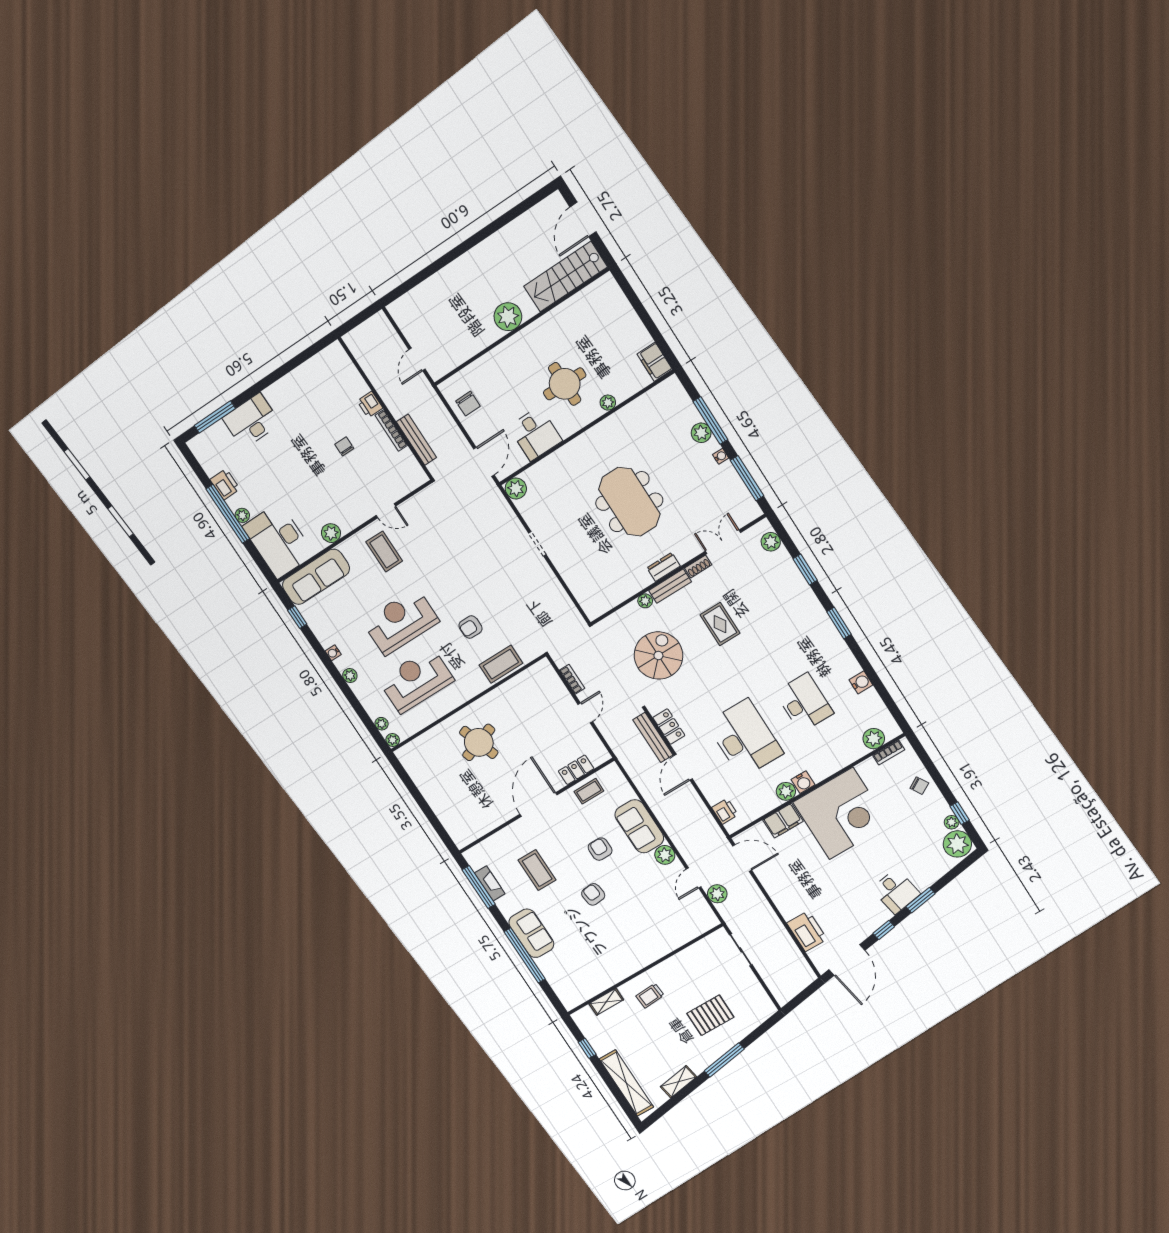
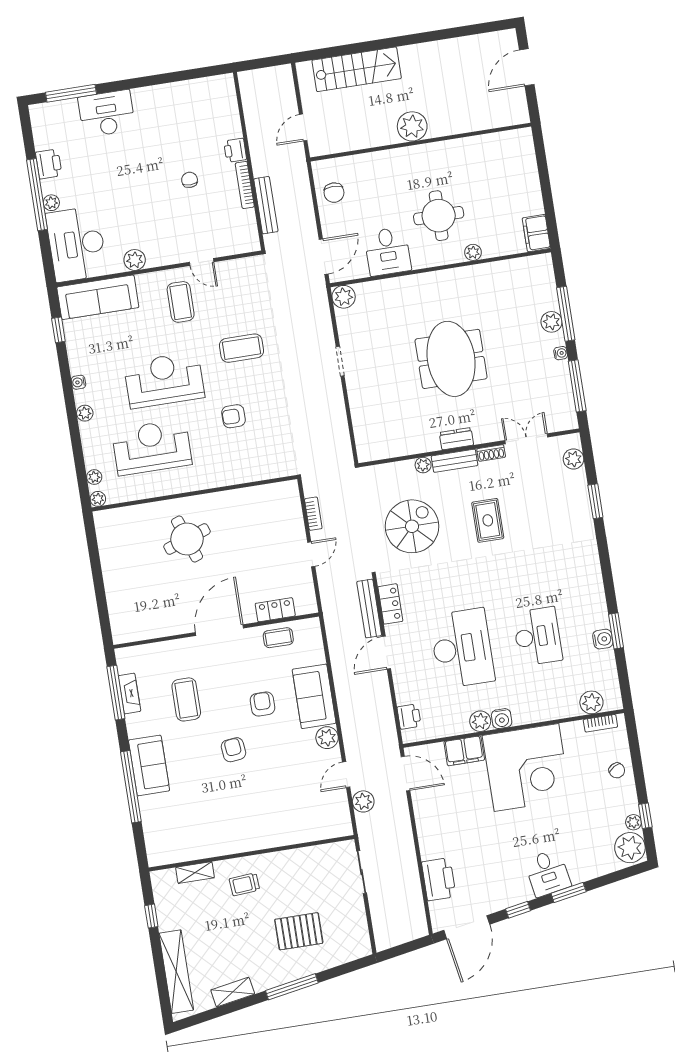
stairs: (566, 277) -> (357, 69), moved, turned 180
window: (839, 623) -> (616, 631), moved
coffee table: (501, 664) -> (242, 348), moved

